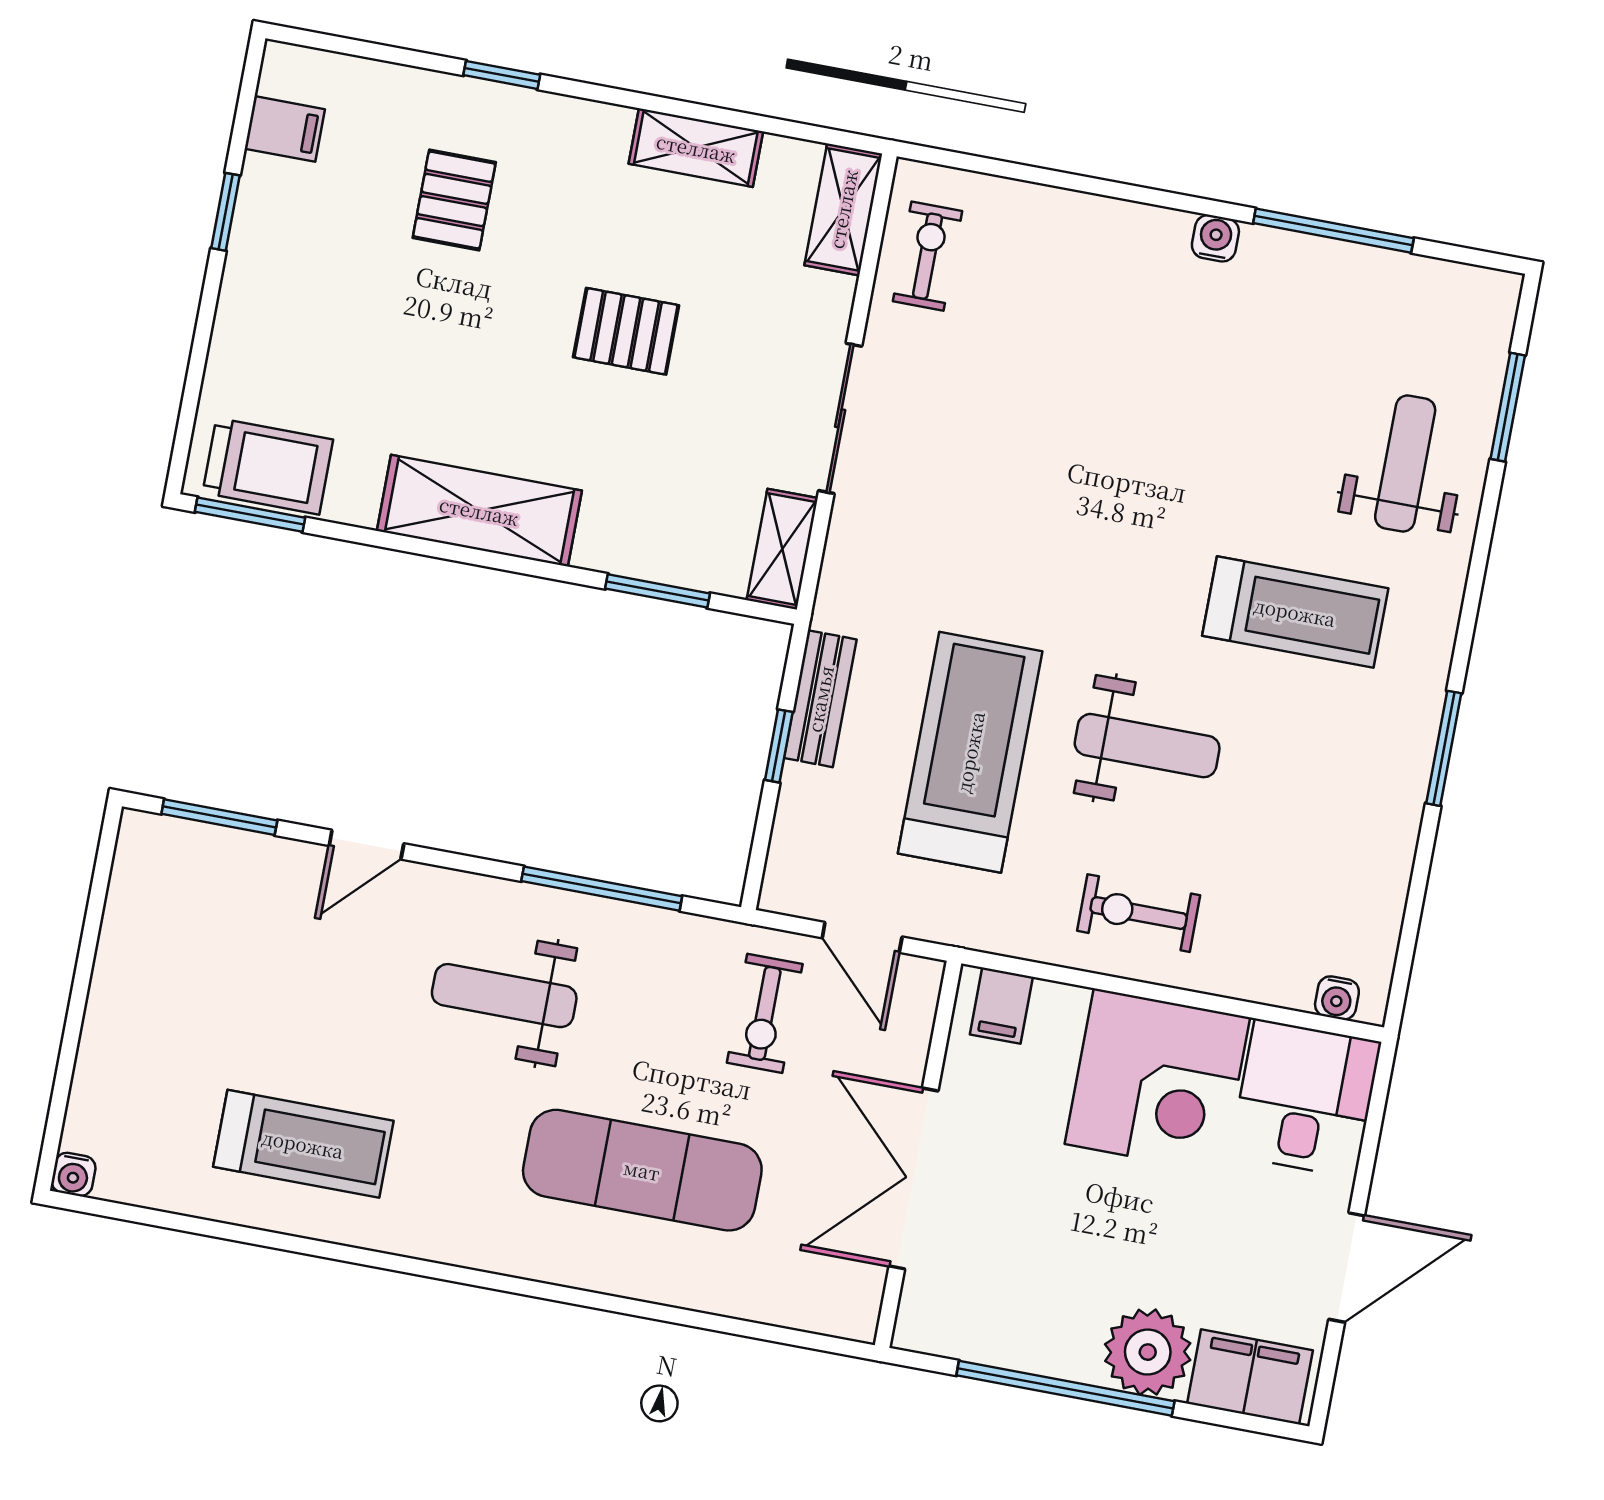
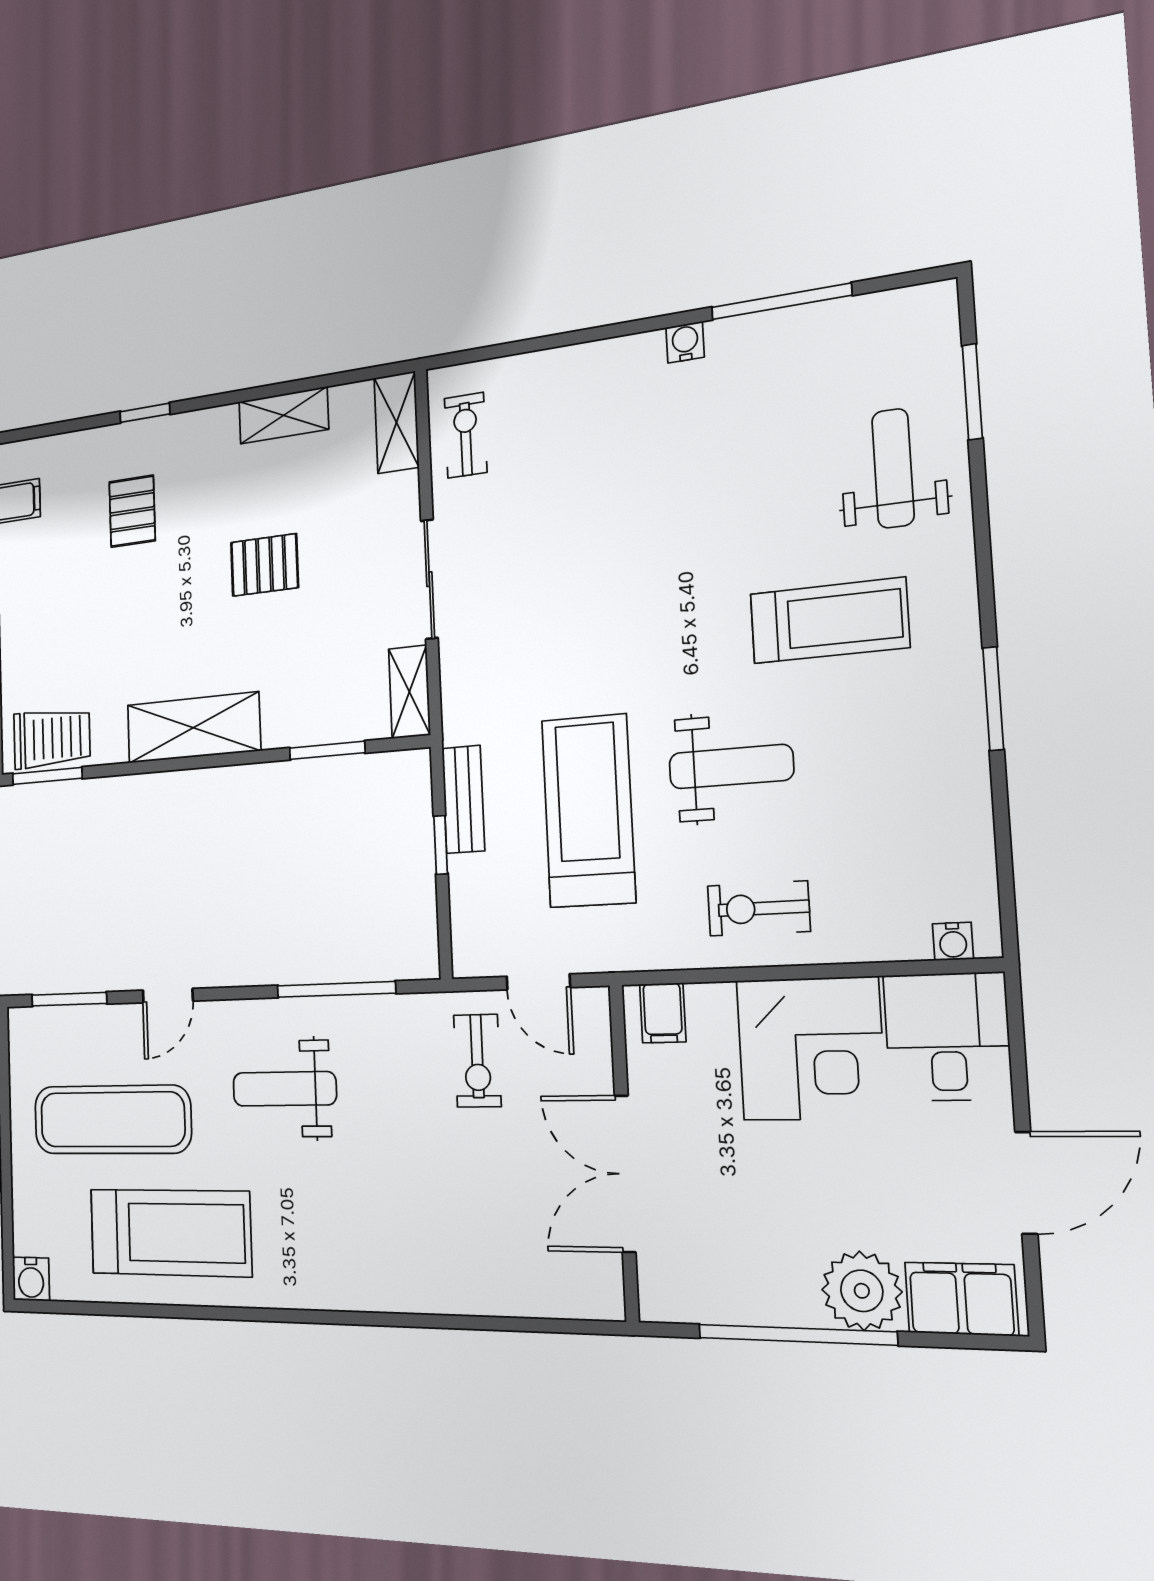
treadmill: (303, 1144) -> (170, 1233), width x1.37, depth x1.38
exercise mat: (642, 1170) -> (112, 1120), moved
water cooler: (74, 1174) -> (31, 1279), width x1.38, depth x1.38

